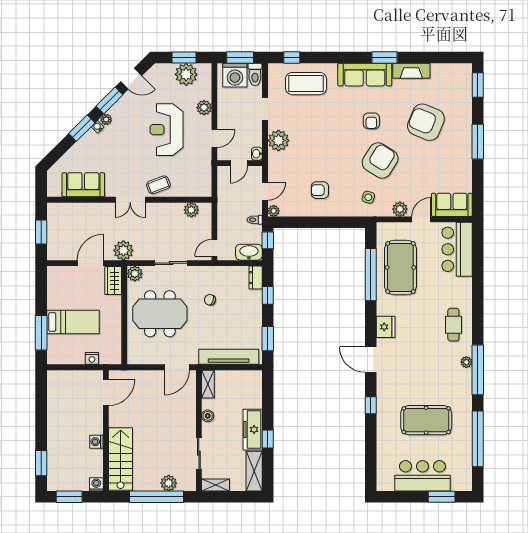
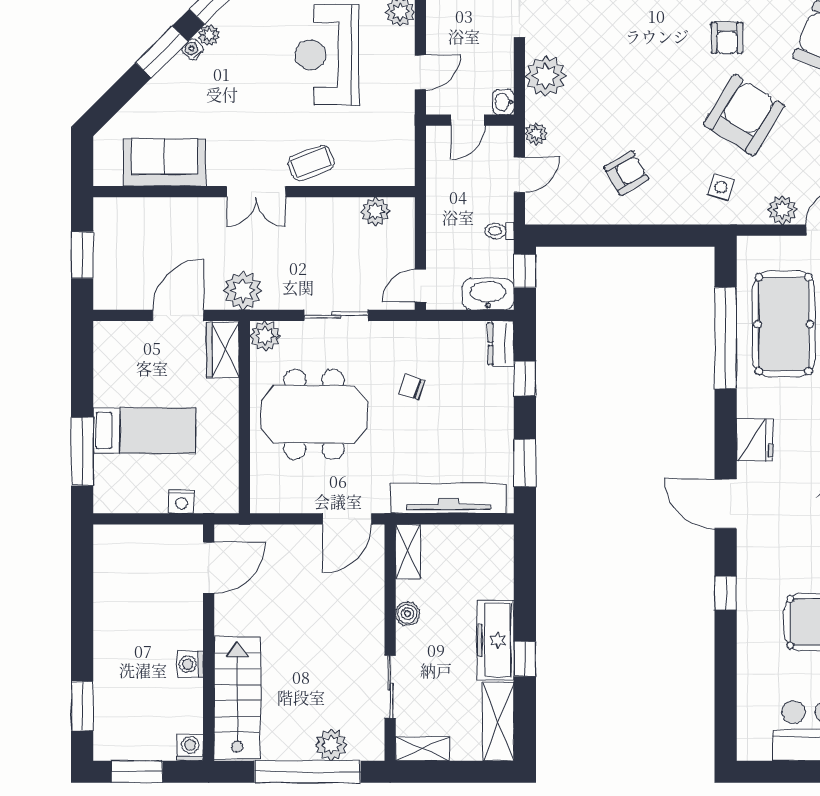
armchair: (320, 190) -> (626, 173), turned 150
plant: (274, 211) -> (536, 134), moved

